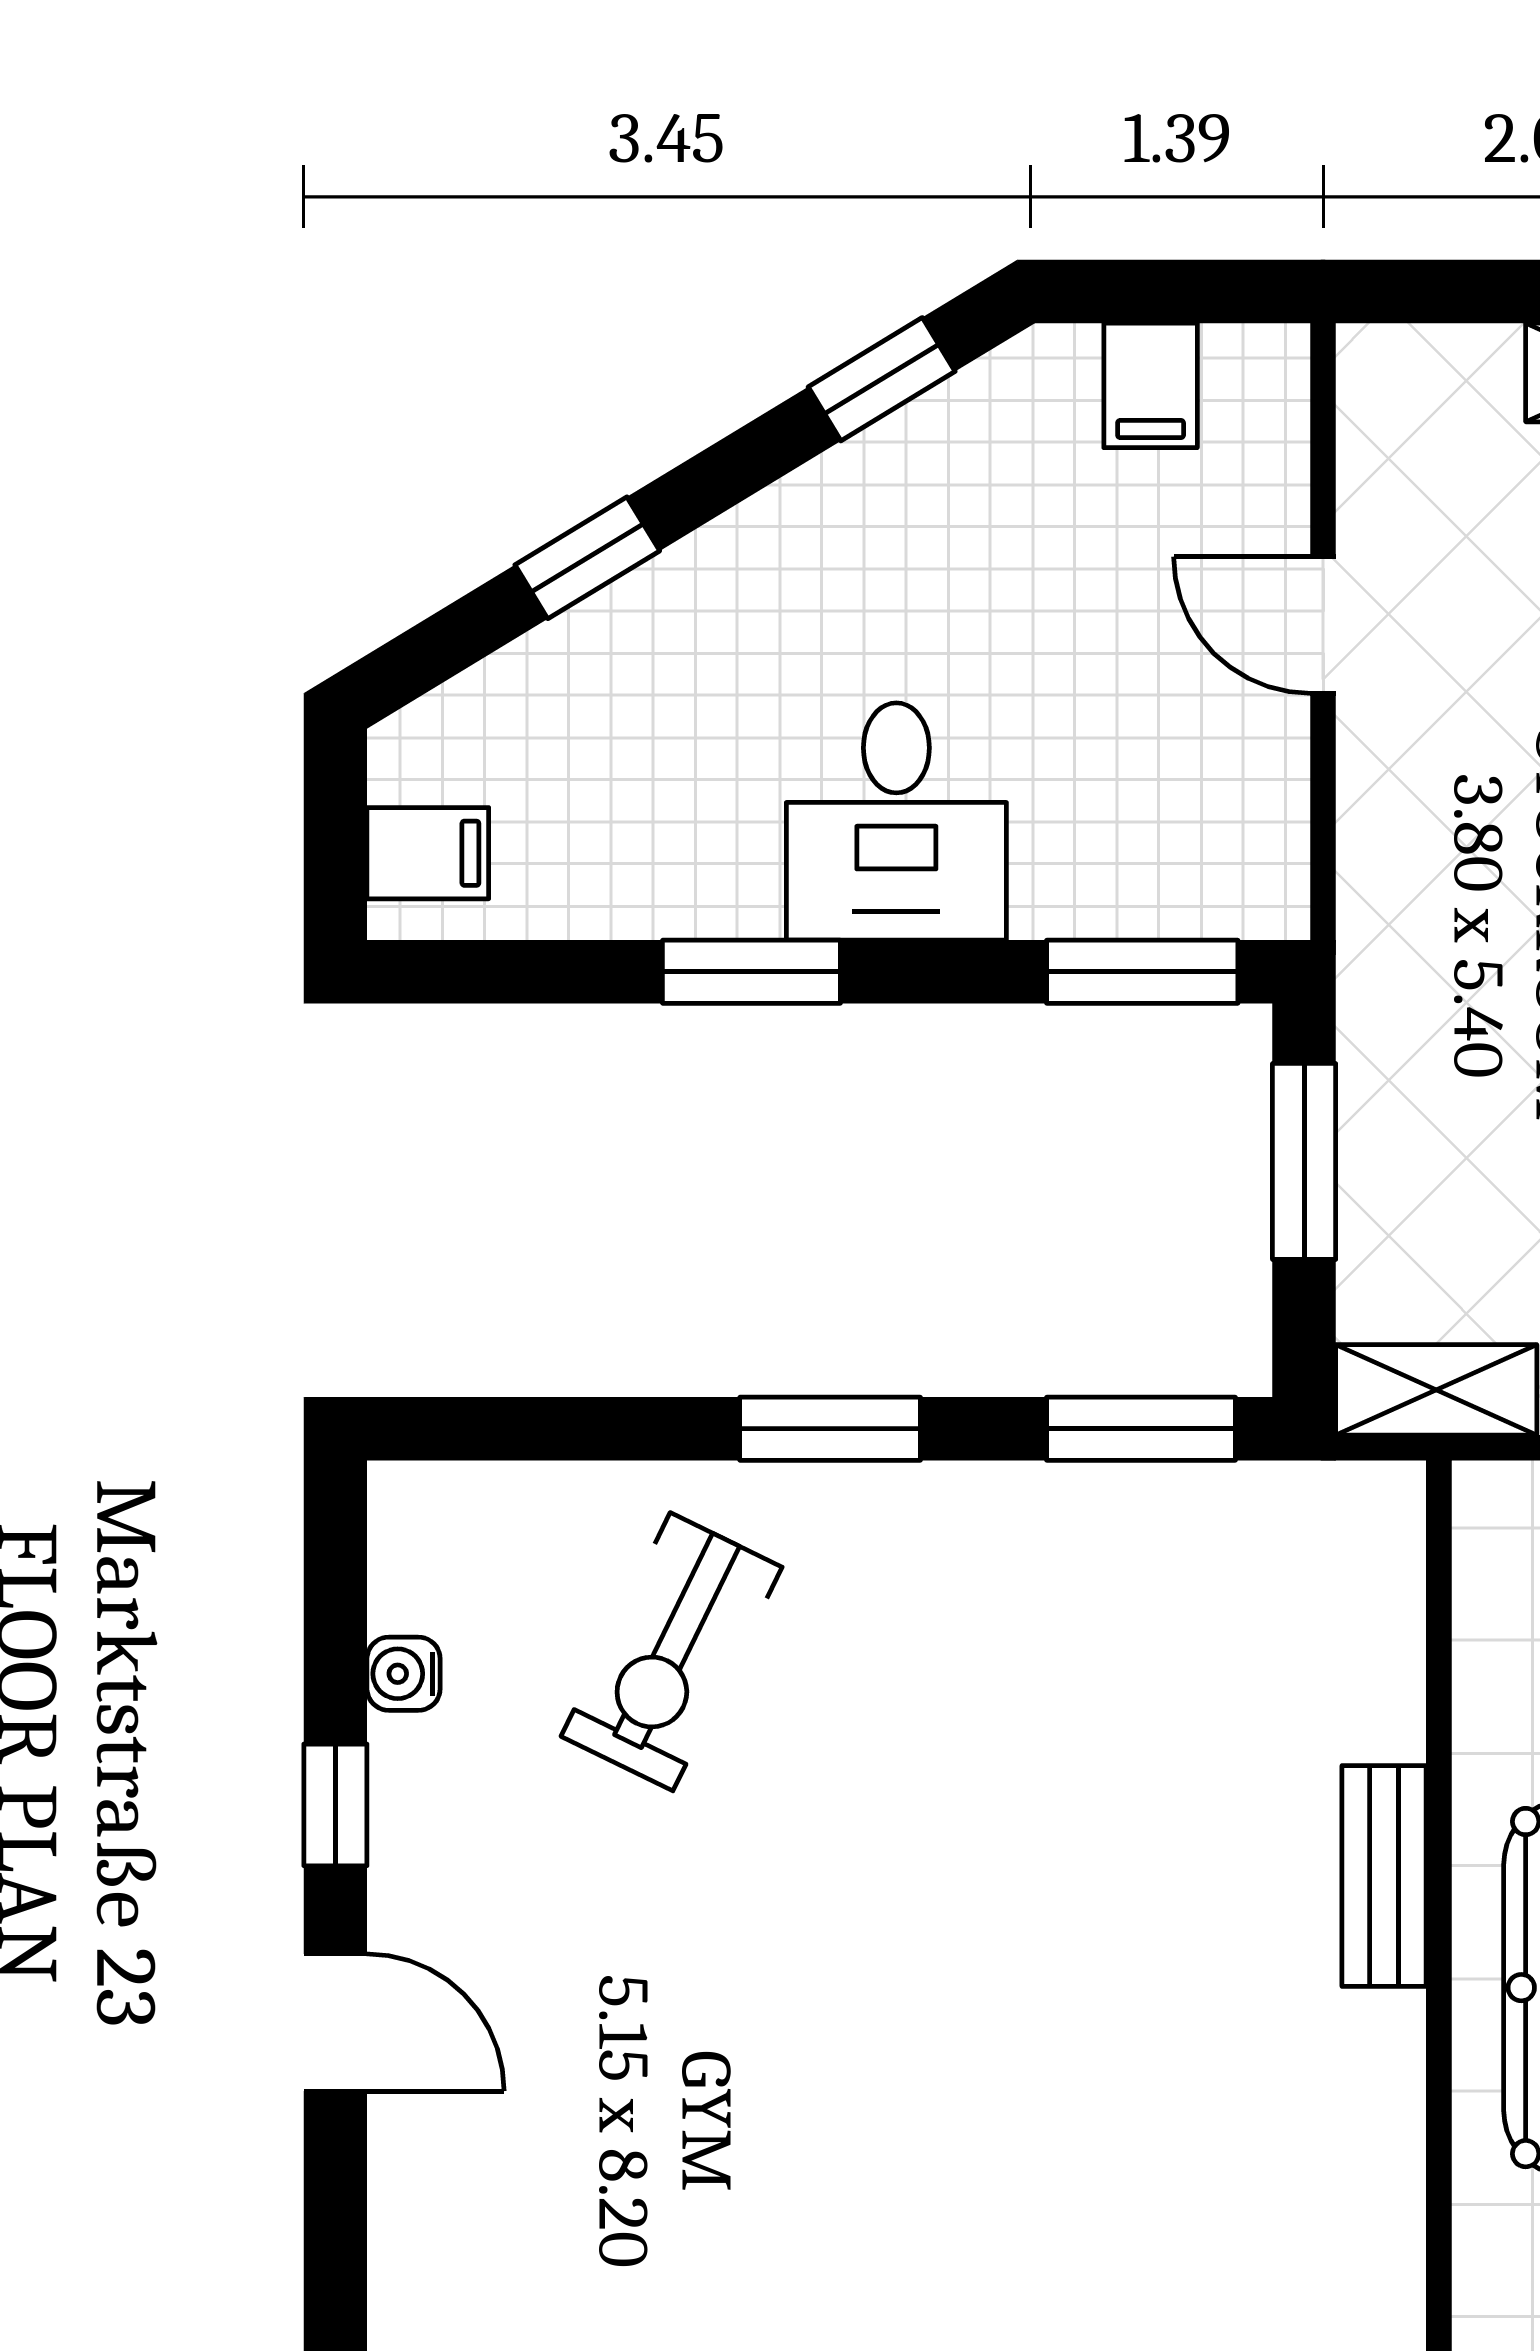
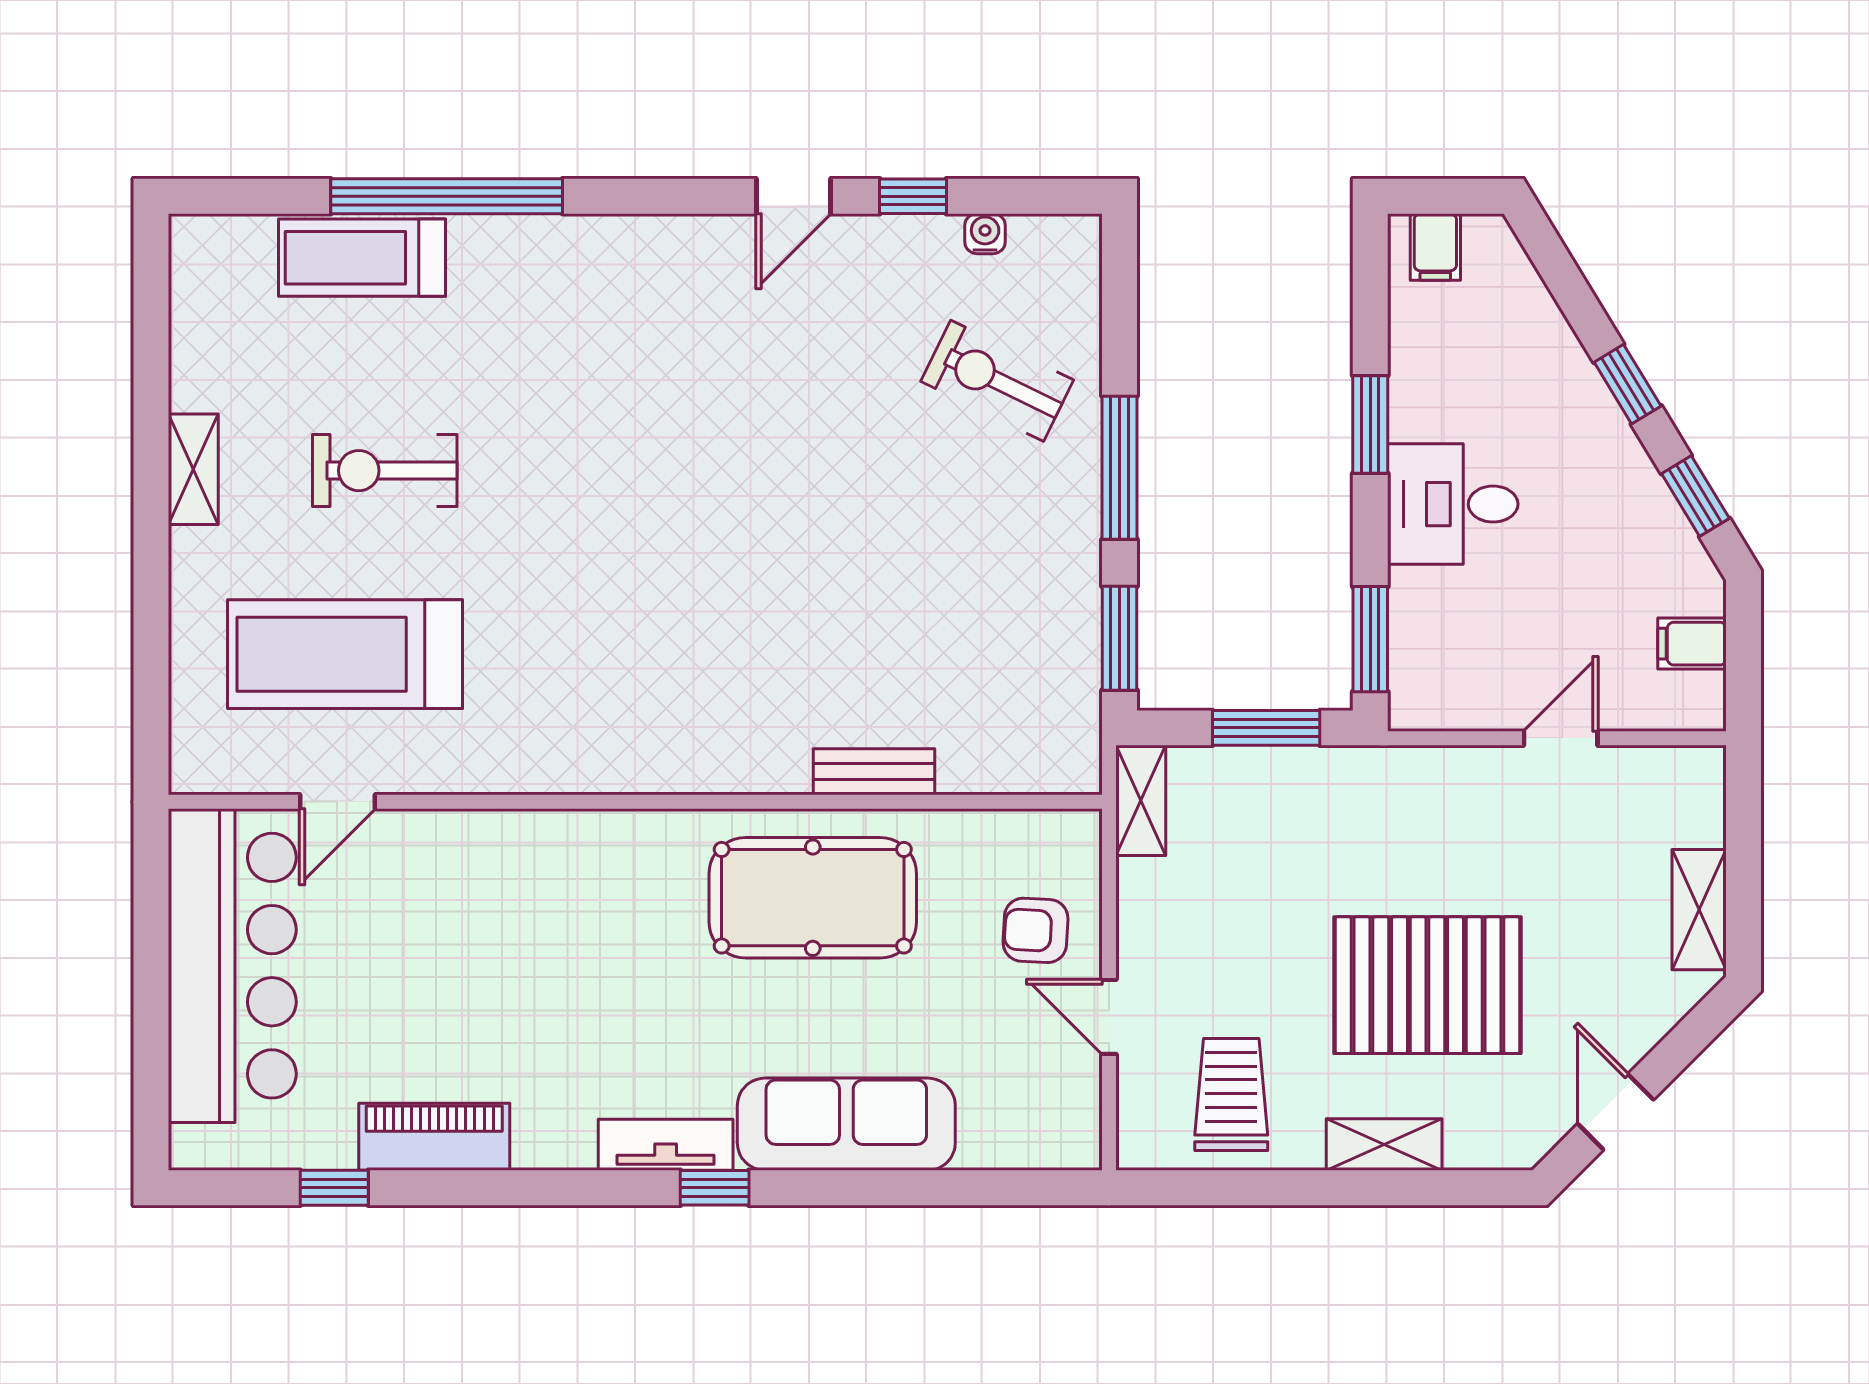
window: (587, 558) -> (1628, 384), moved
window: (830, 1429) -> (1119, 468), width x1.44

